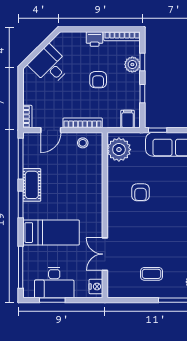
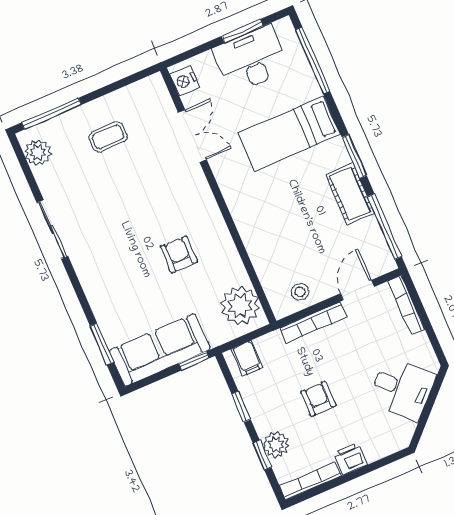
bookcase: (27, 117) -> (406, 305), width x1.56

